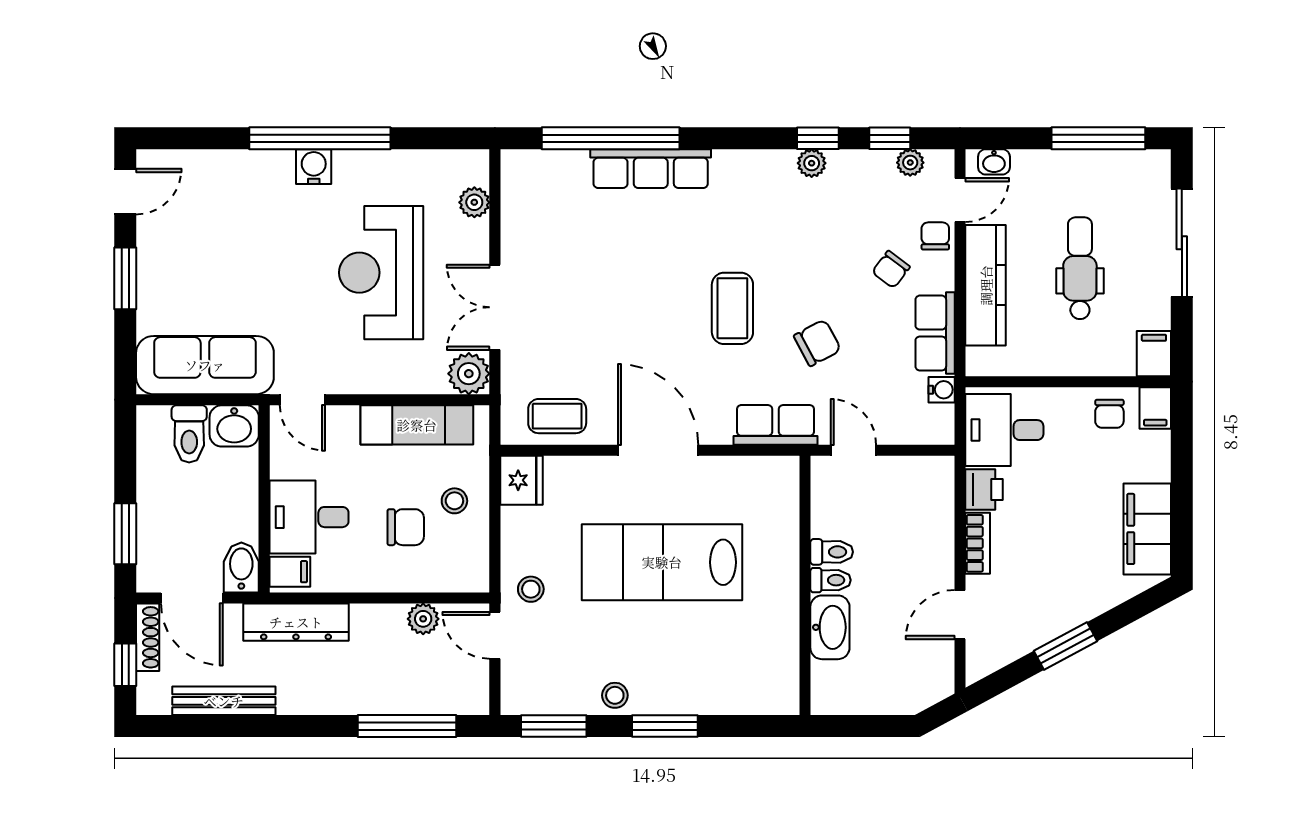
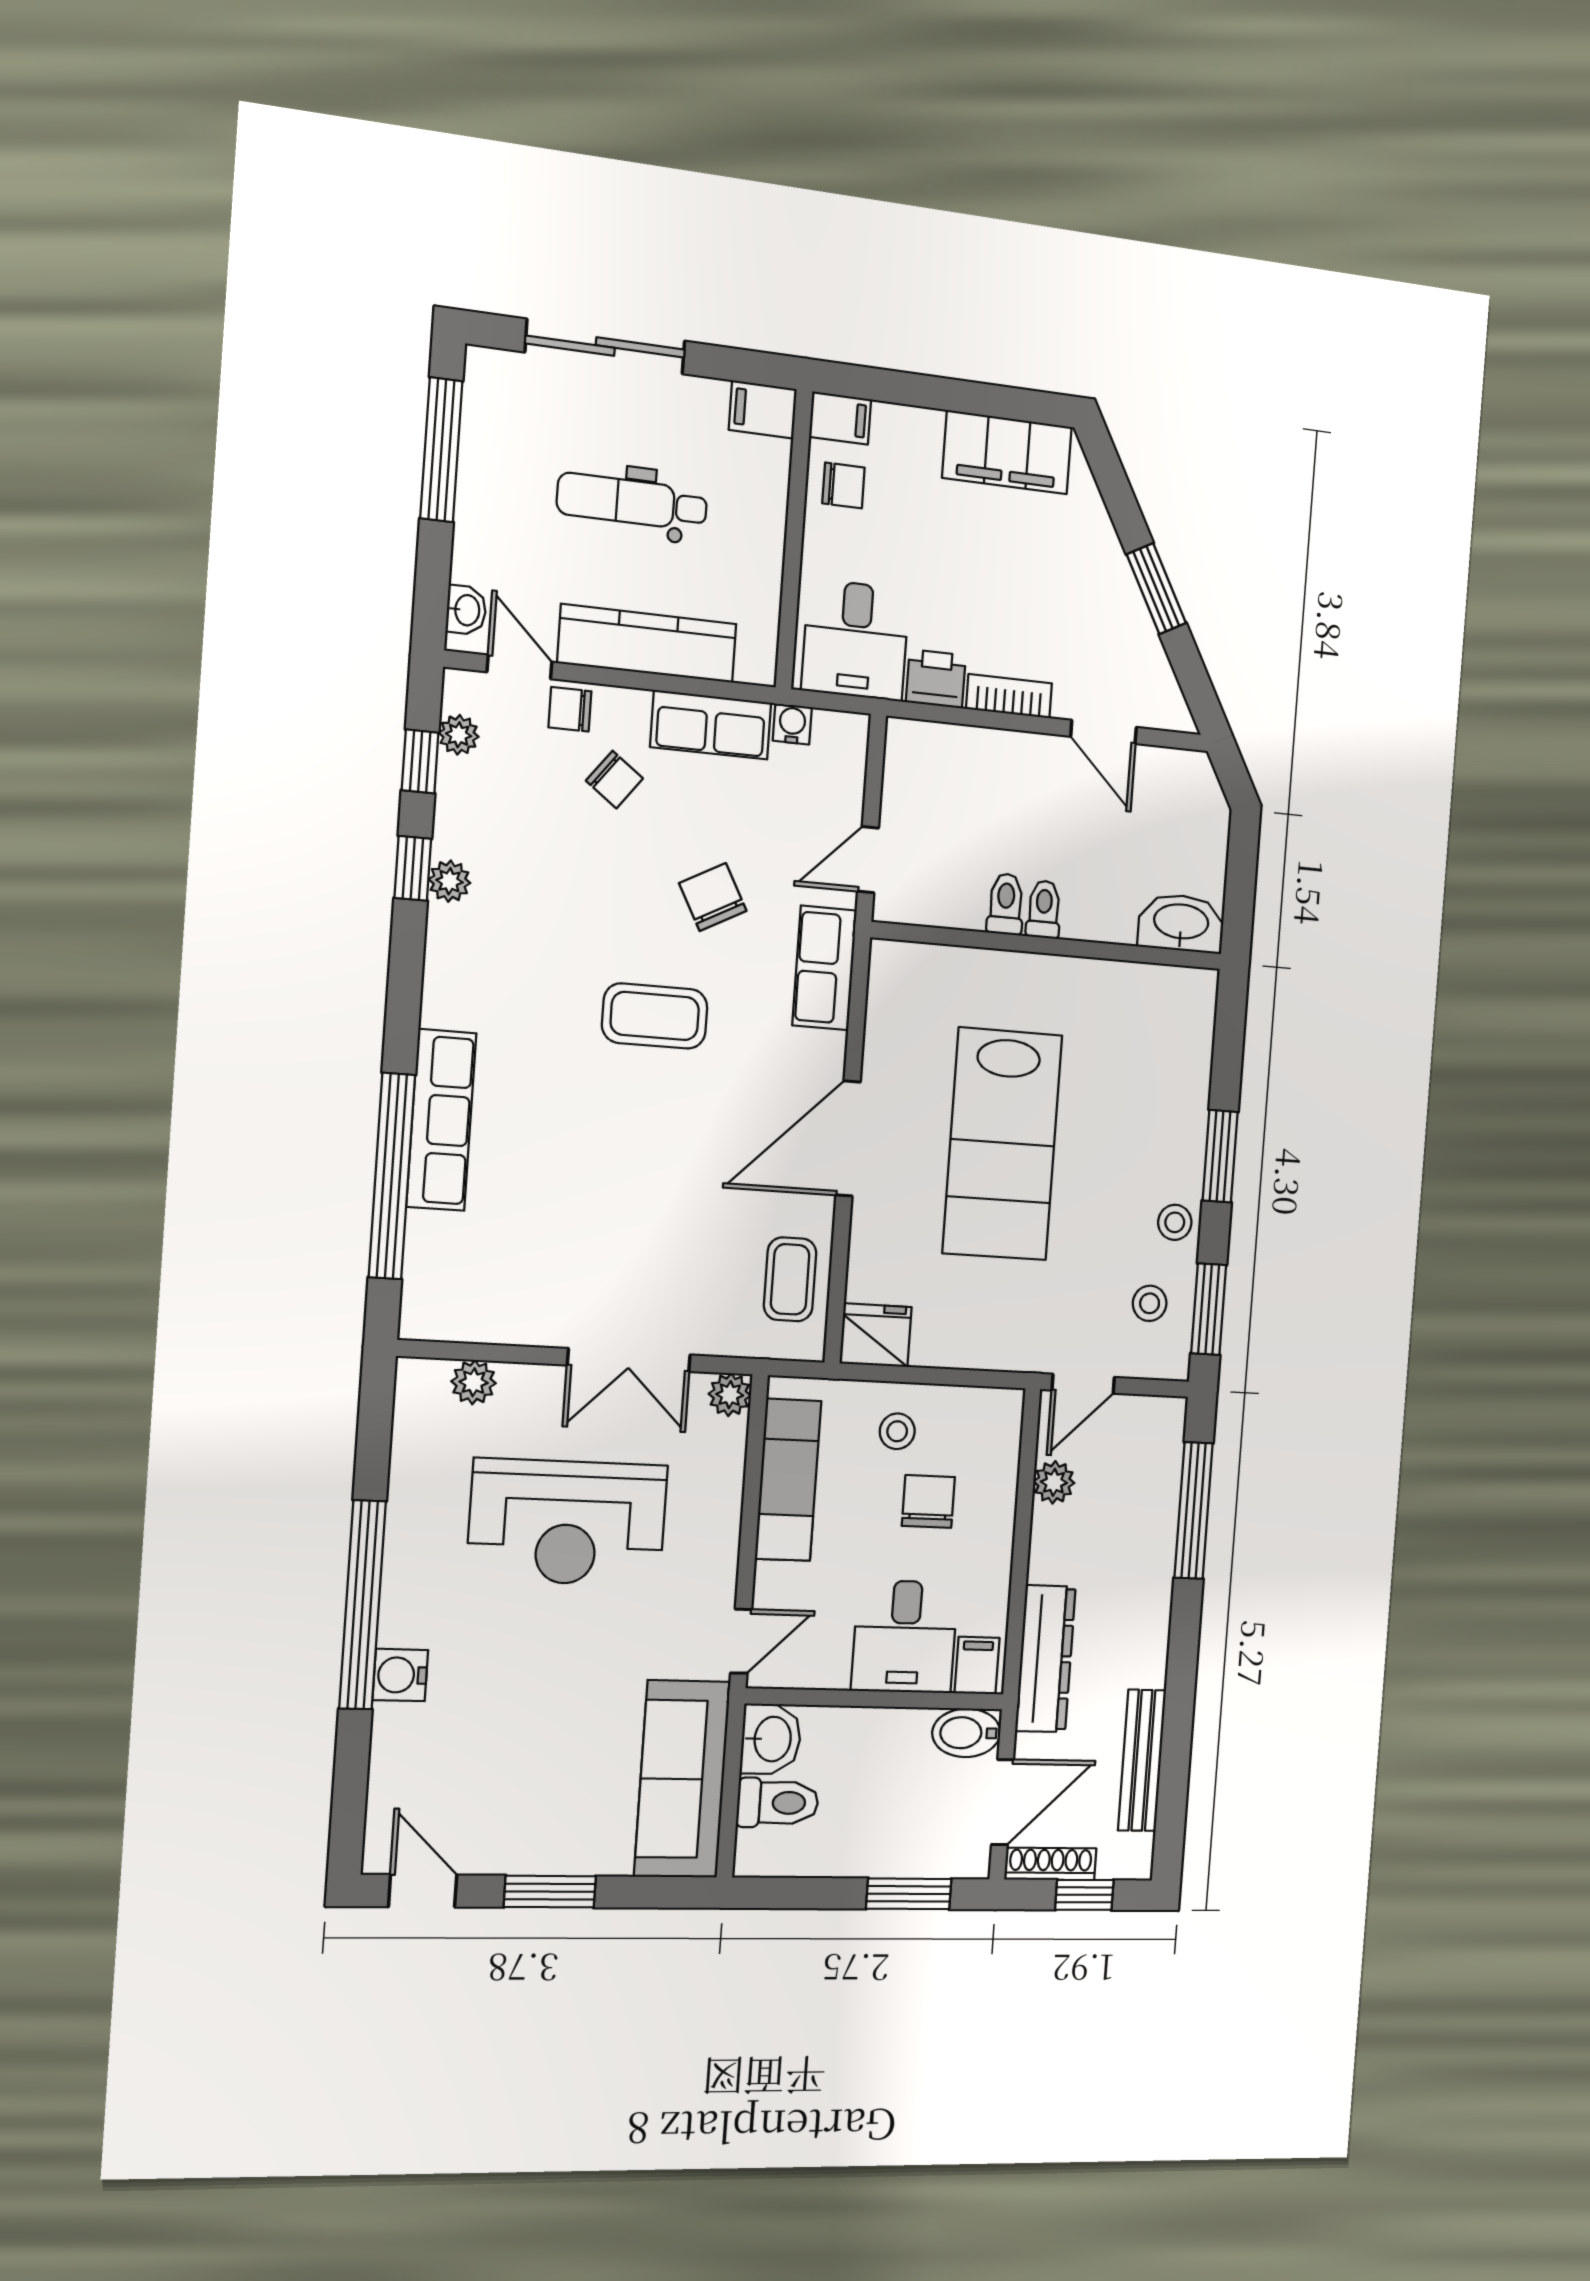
water cooler: (314, 167) -> (400, 1675), moved
plant: (469, 374) -> (730, 1395), width x0.73, depth x0.73
stool: (531, 589) -> (1150, 1303), moved
washbasin: (830, 627) -> (1181, 923), moved

